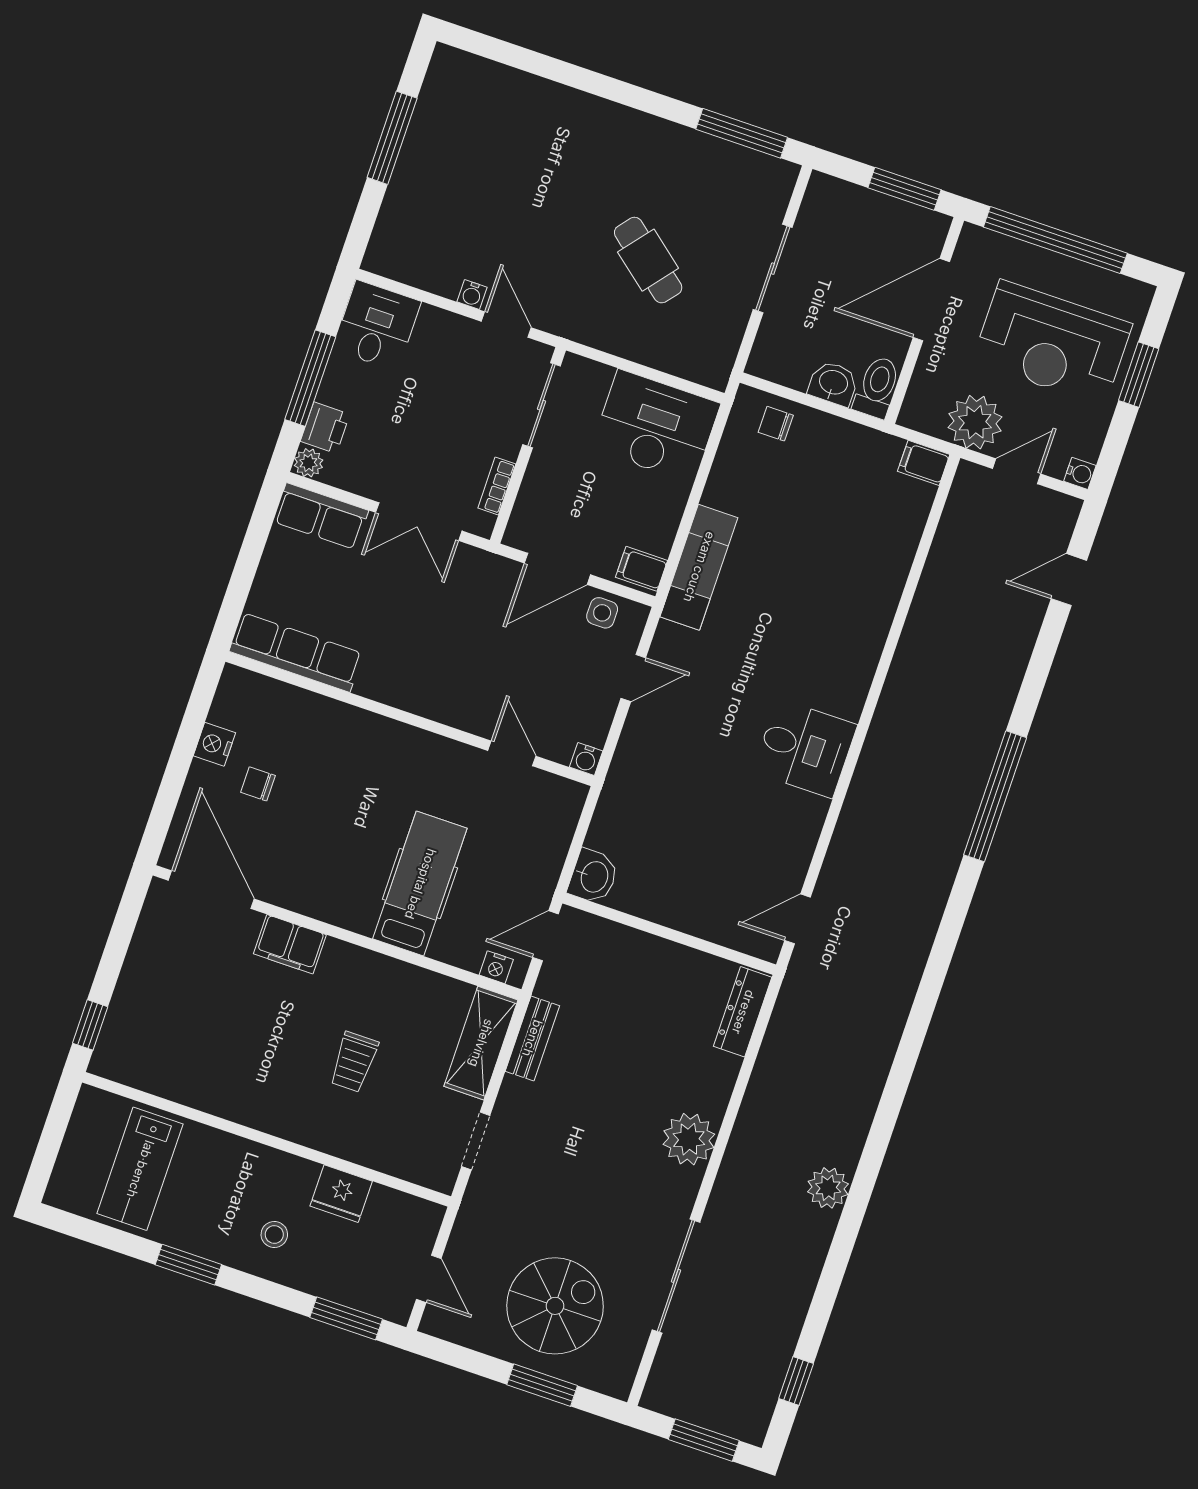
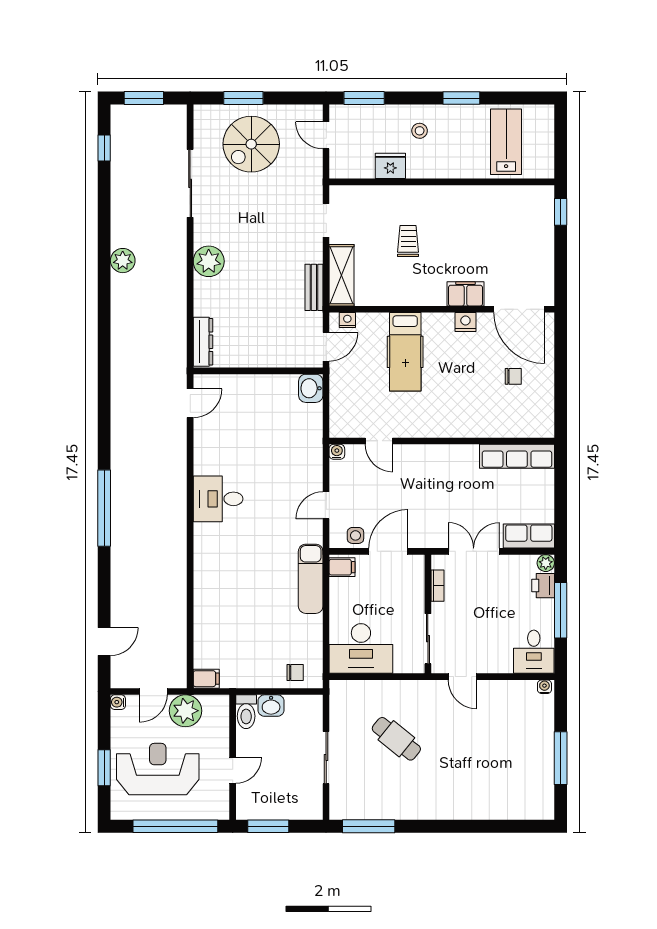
water cooler: (472, 294) -> (544, 687), moved
door: (931, 300) -> (233, 770), width x0.53
nightstand: (214, 744) -> (465, 322), moved, turned -90

